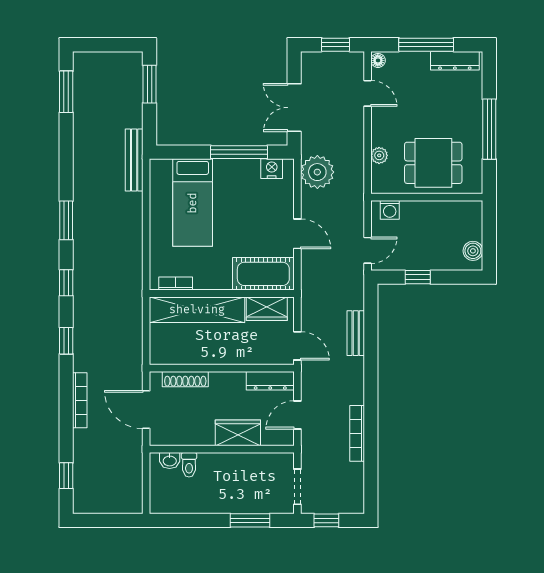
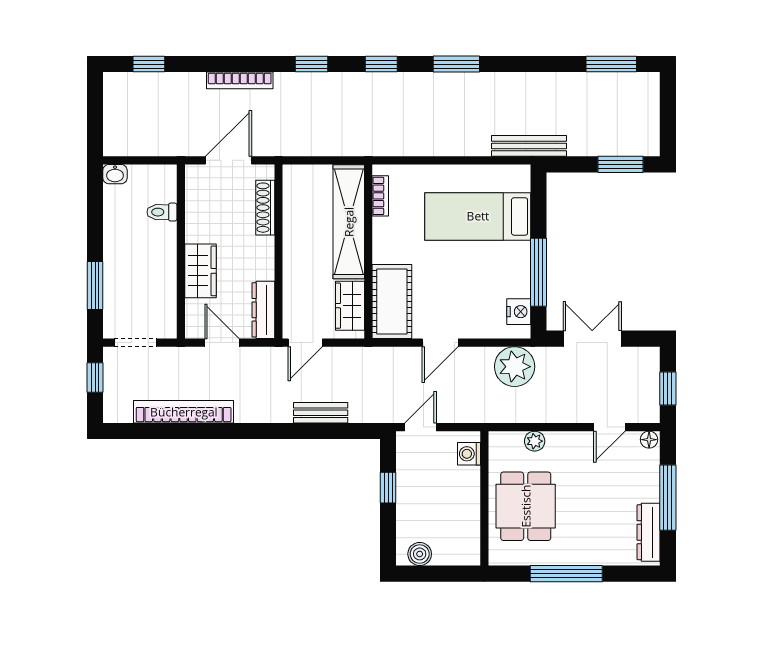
door: (368, 250) -> (420, 427), swing flipped
bookcase: (357, 433) -> (184, 412), width x1.48, depth x1.31
washbasin: (170, 461) -> (115, 174), moved, turned -90

